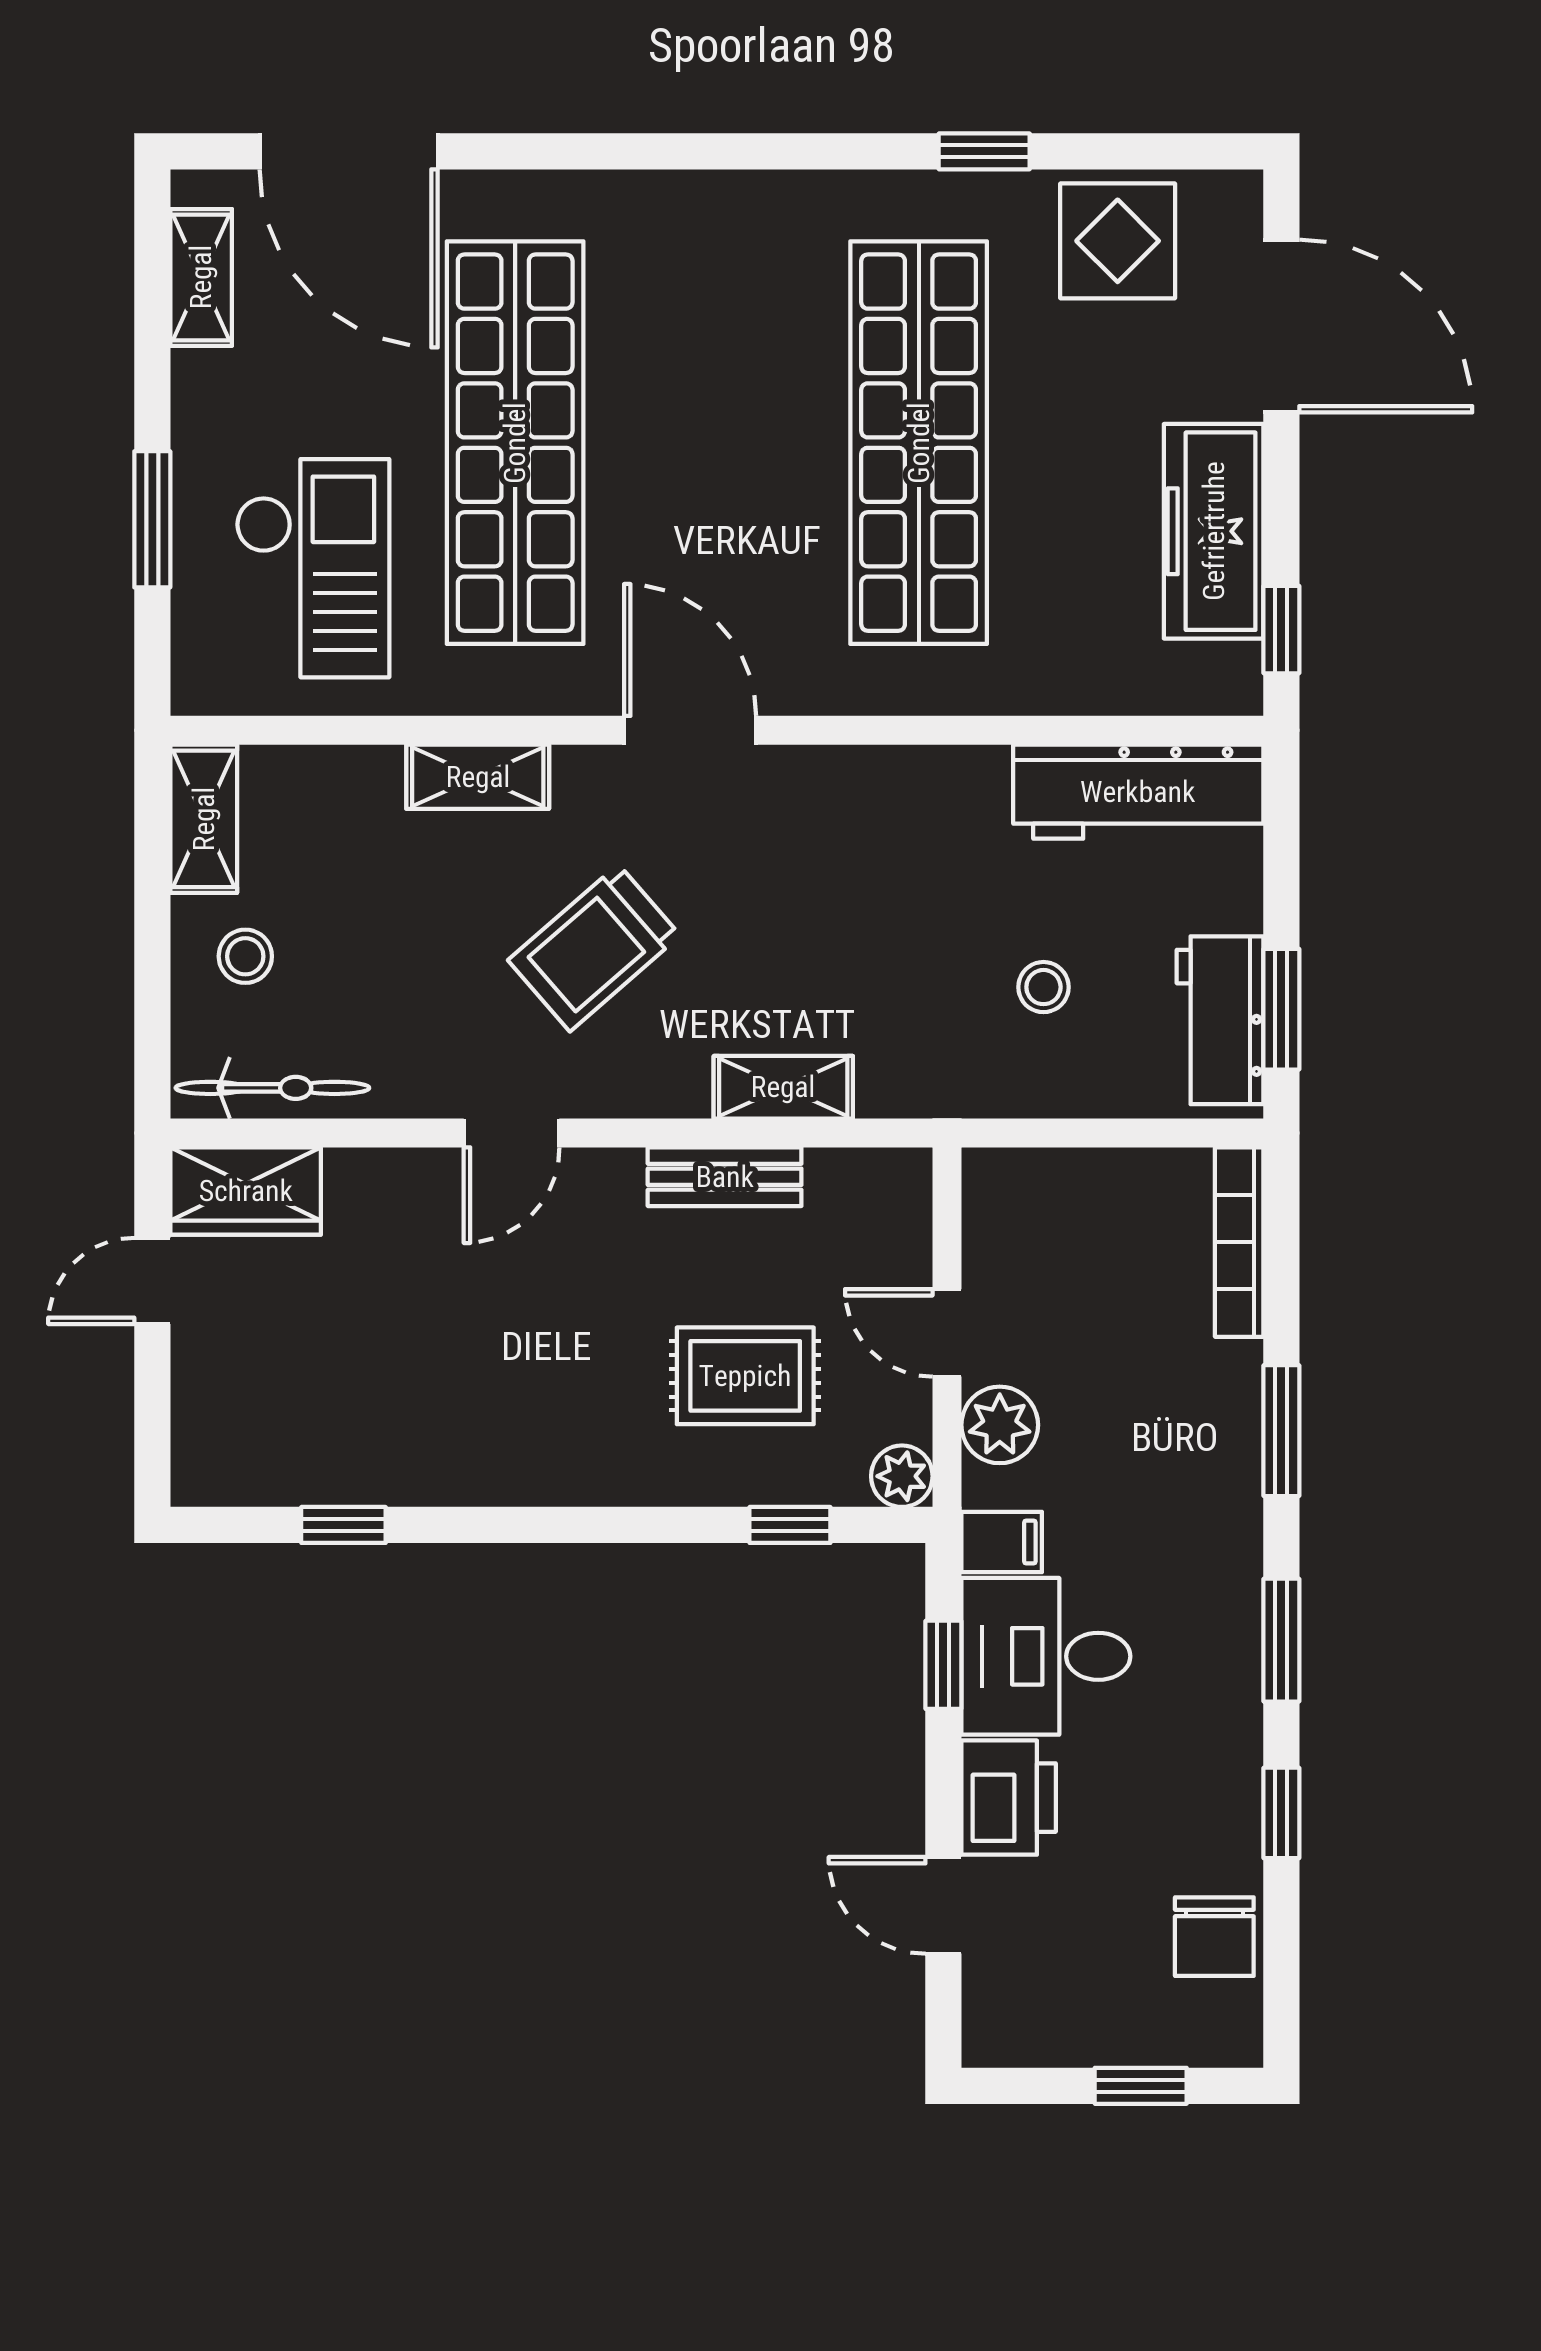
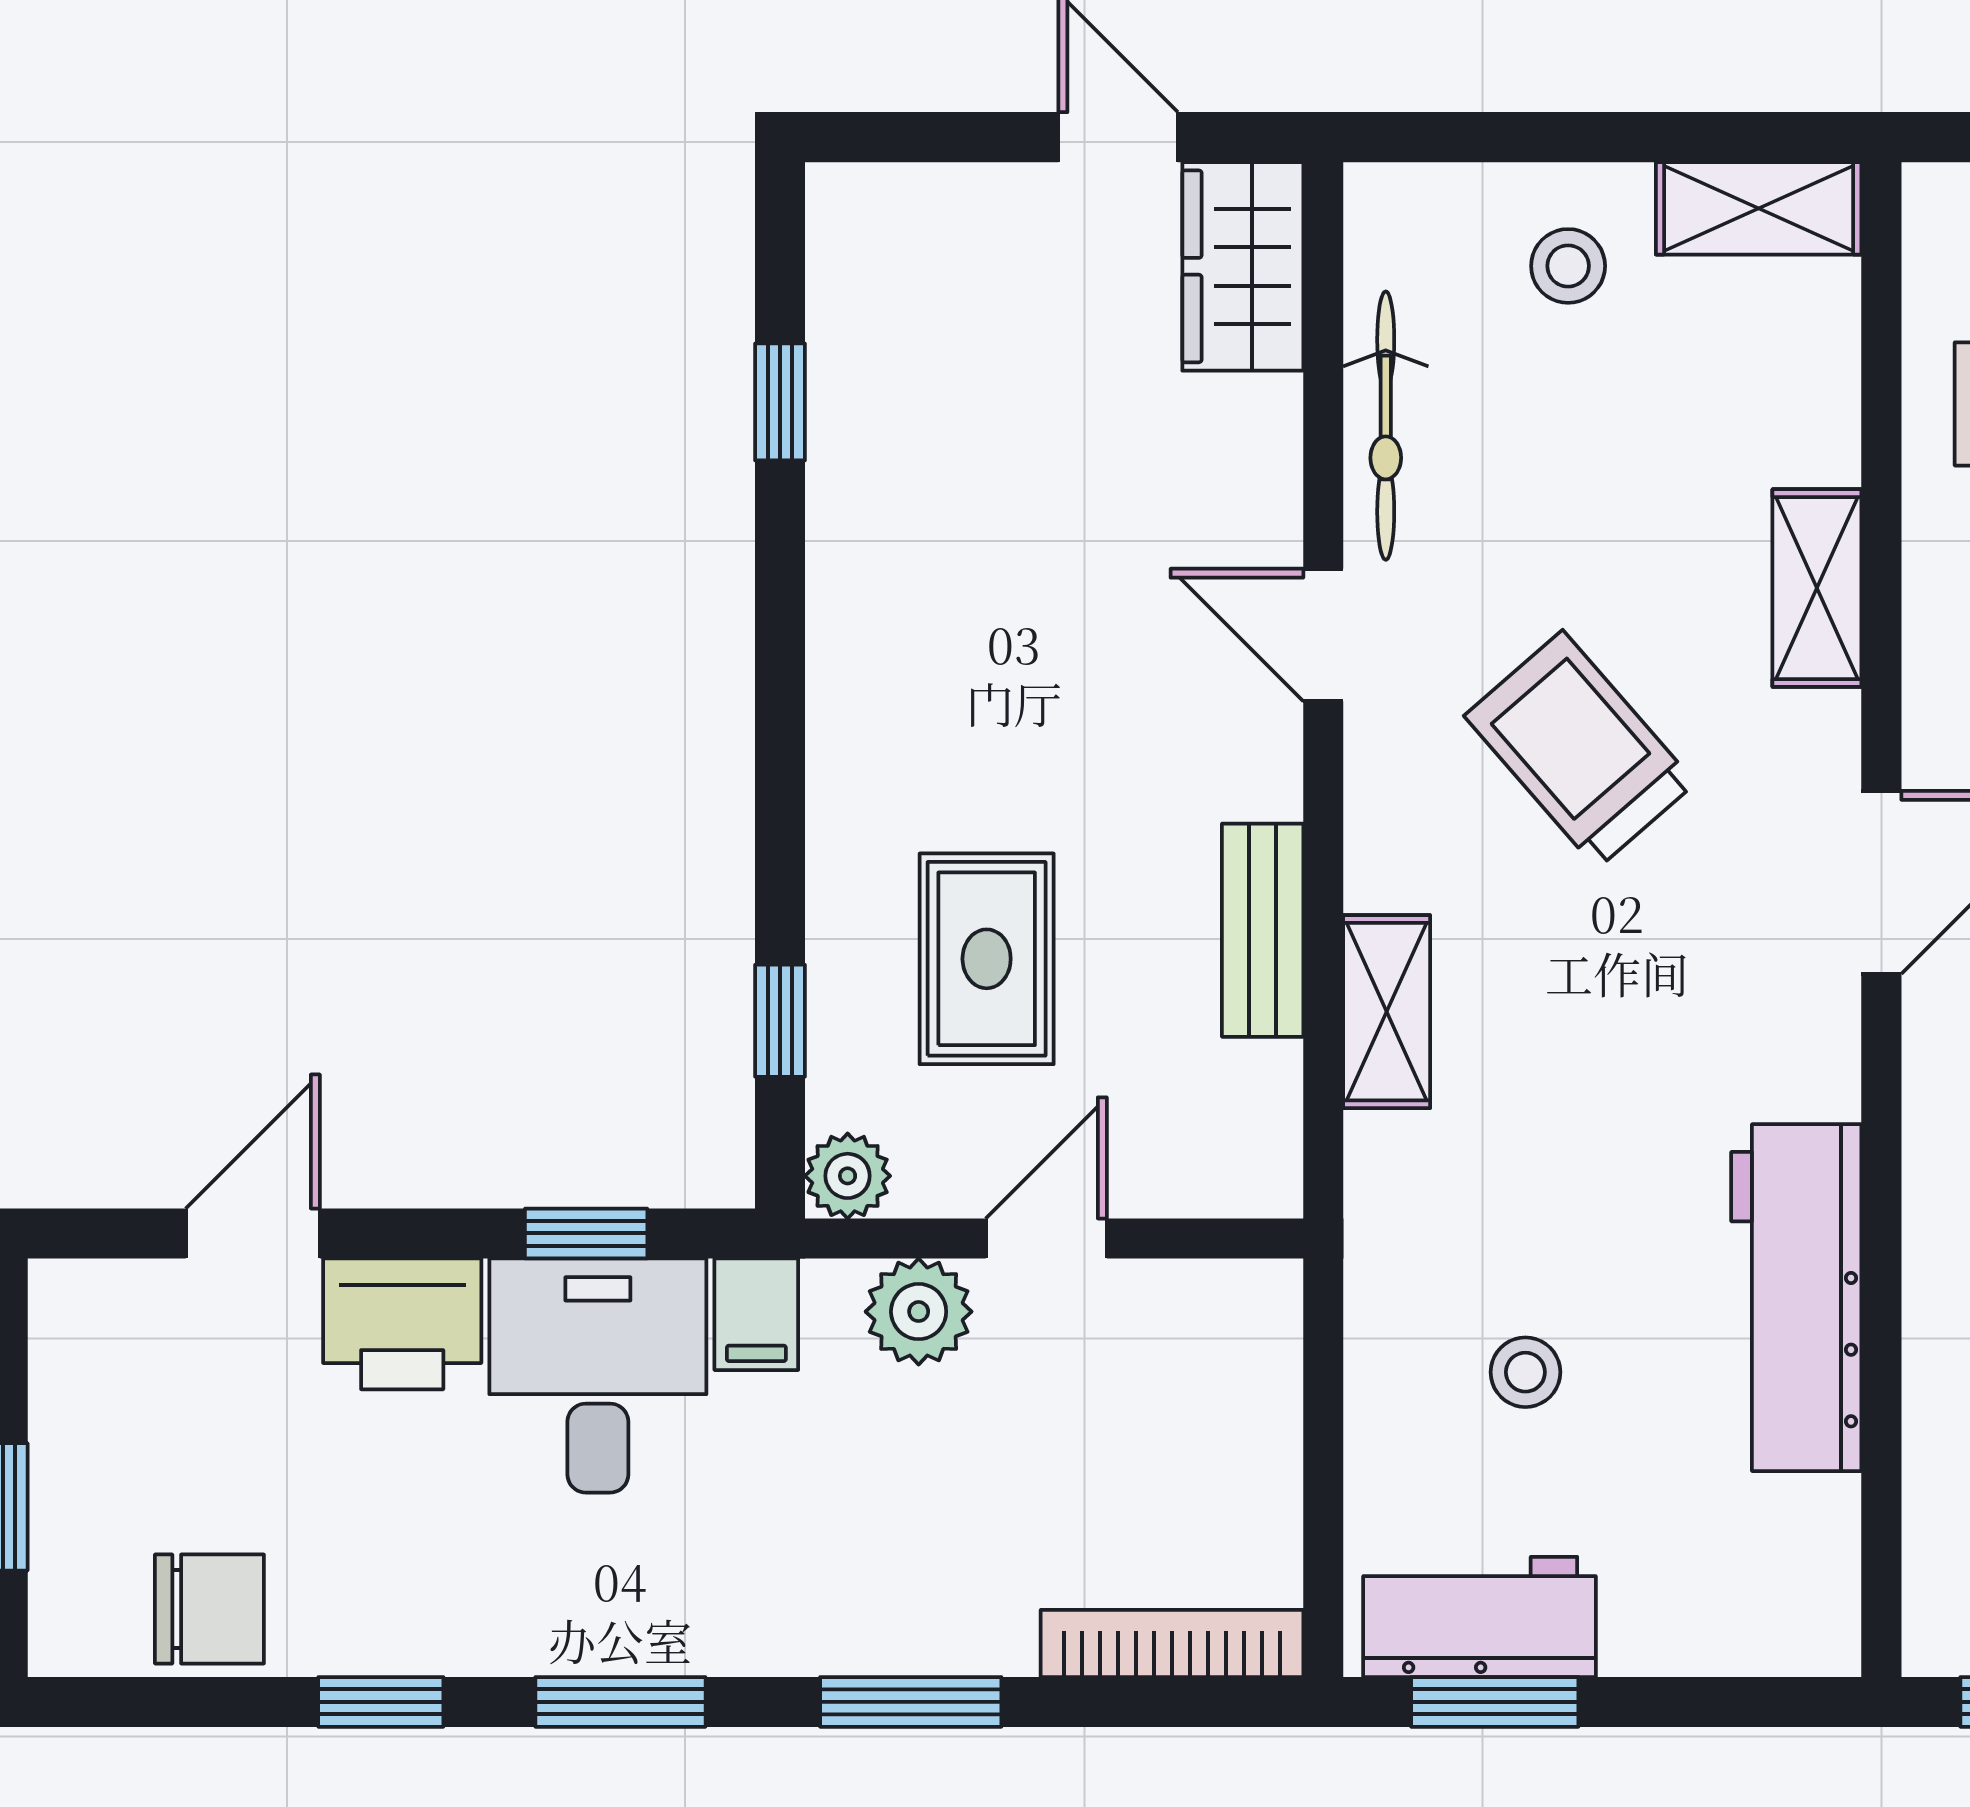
workbench: (1138, 792) -> (1796, 1298), moved
bicycle: (272, 1088) -> (1386, 426), moved
chair: (1214, 1937) -> (209, 1609), turned 180

